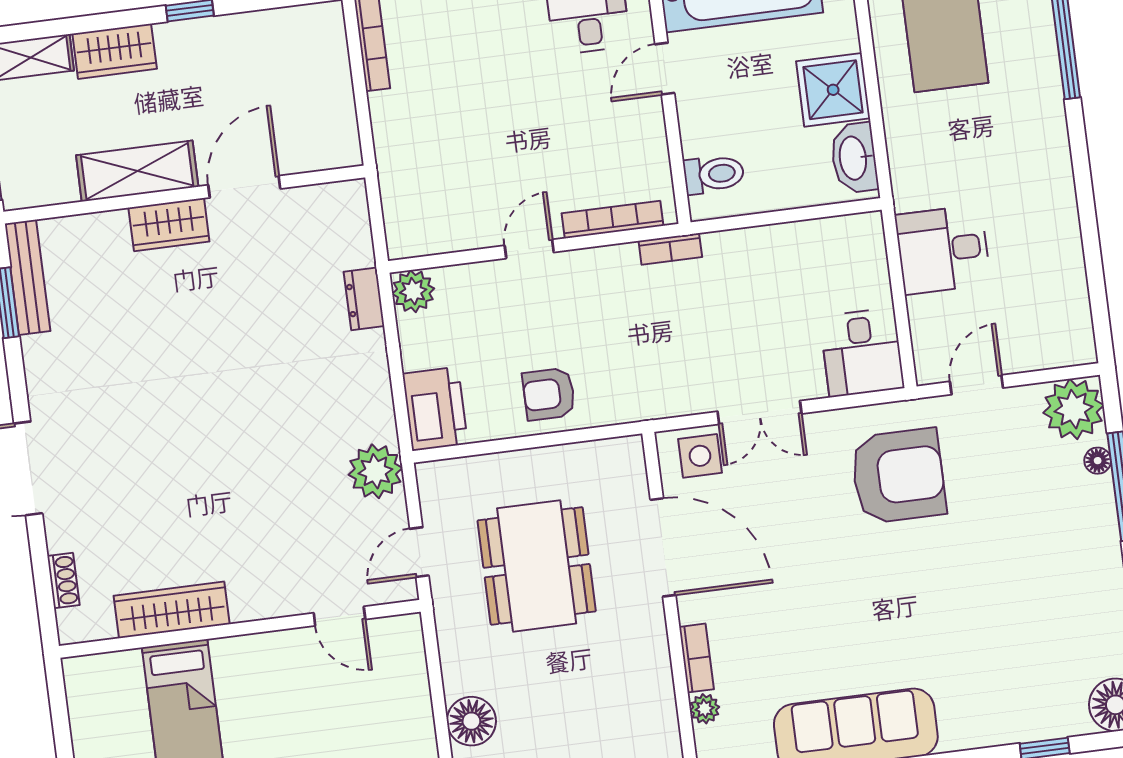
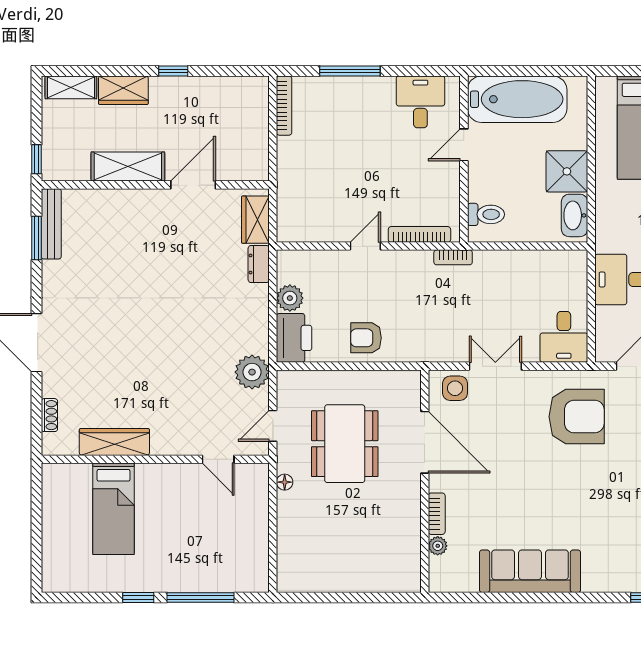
wardrobe: (169, 225) -> (255, 220), moved, turned 90
plant: (413, 291) -> (290, 298), moved
double door: (760, 413) -> (495, 366), swing flipped
floor lamp: (471, 721) -> (285, 482), moved, width x0.53, depth x0.53

